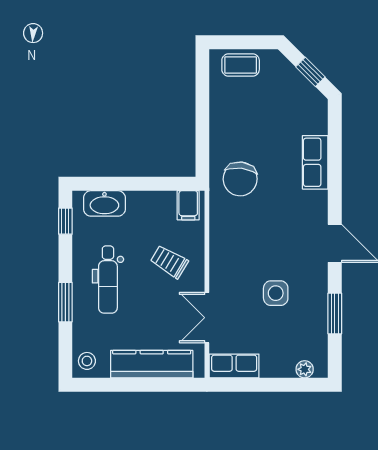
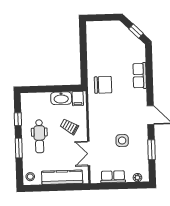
coffee table: (241, 65) -> (102, 29), removed
chair: (240, 179) -> (103, 85), turned -97
washbasin: (104, 203) -> (61, 98), moved
window: (65, 221) -> (18, 119), moved
row of seats: (234, 366) -> (113, 177), moved

